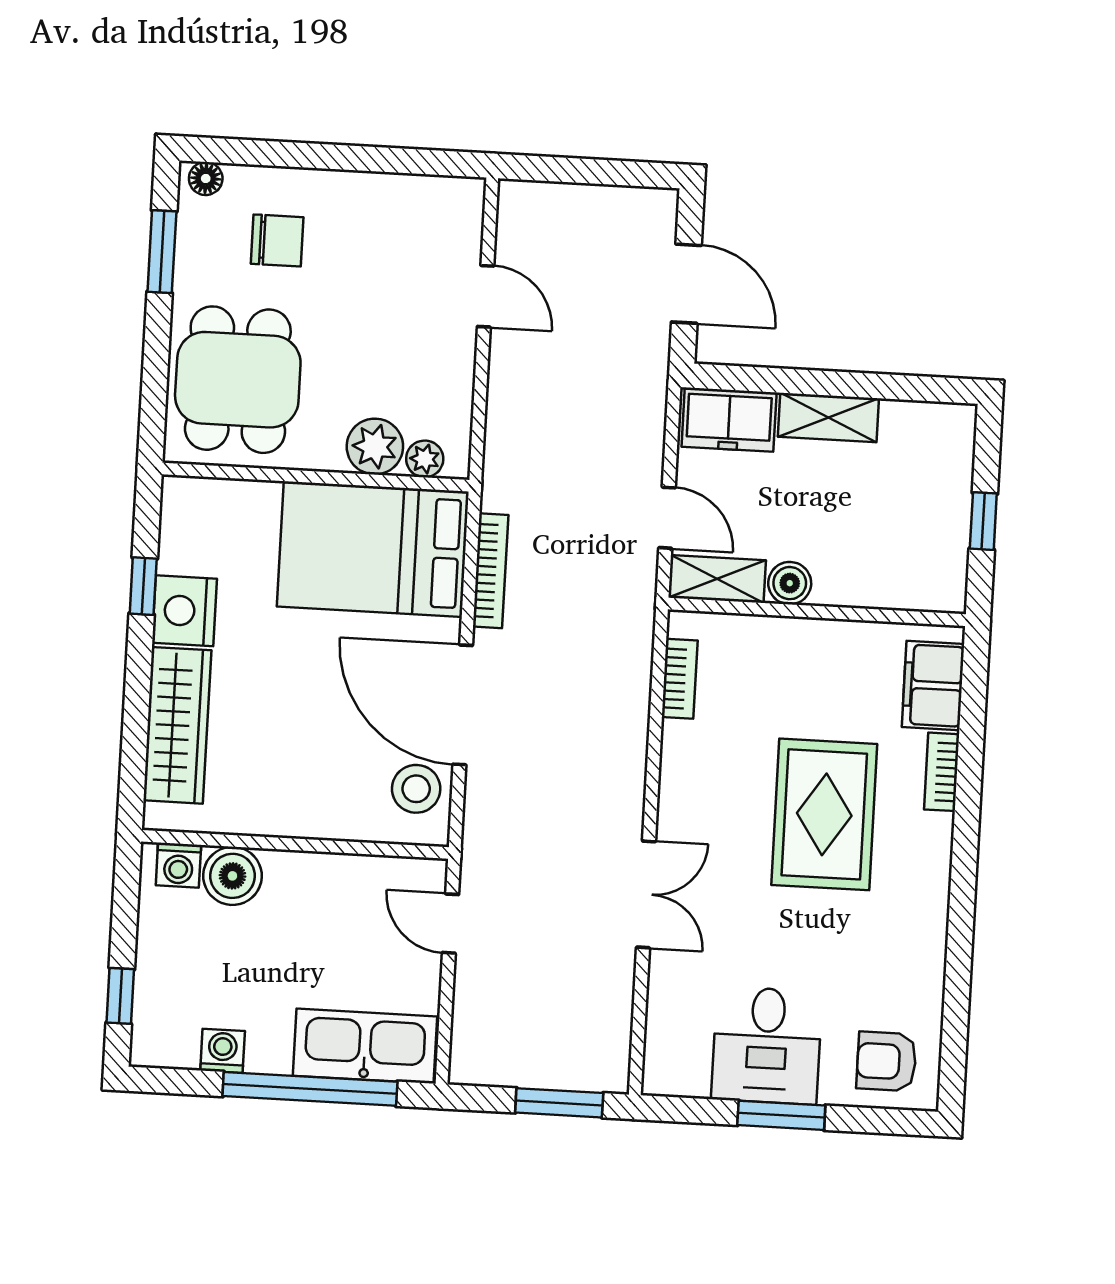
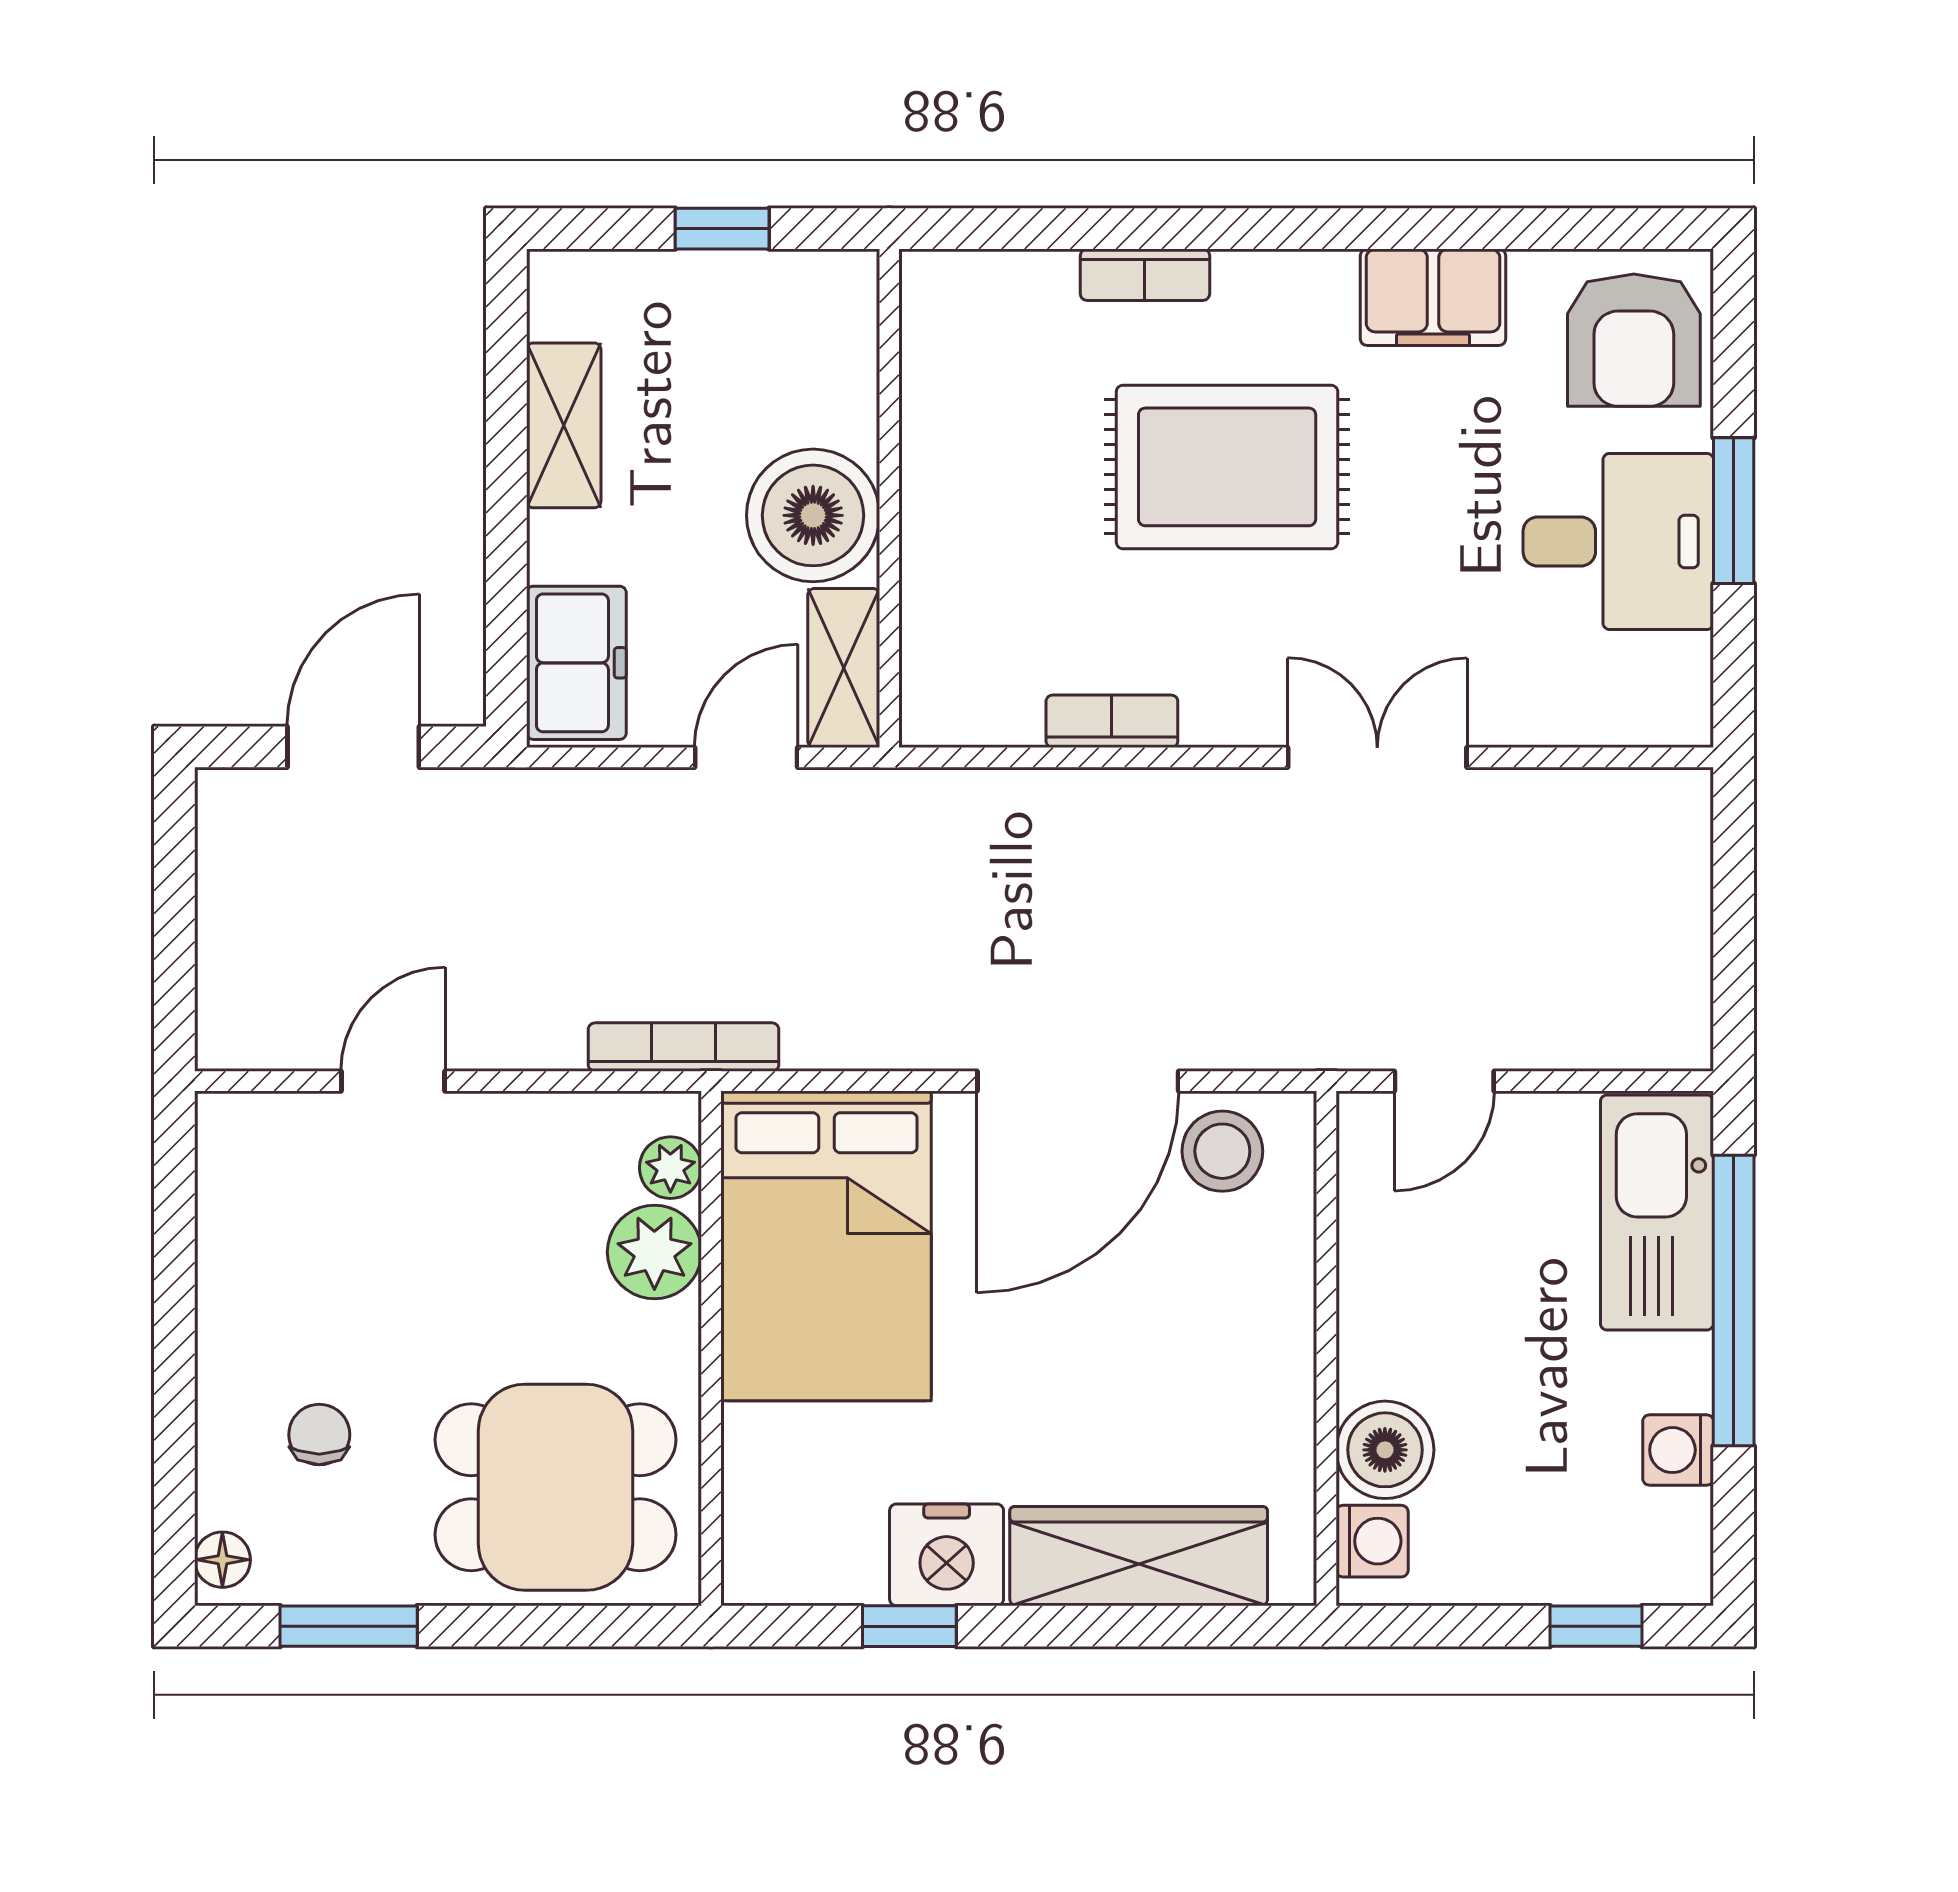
chair: (277, 240) -> (319, 1435), width x0.73, depth x0.73
shelving: (828, 418) -> (564, 425), moved
bookcase: (491, 571) -> (683, 1047), moved
boiler: (790, 583) -> (813, 515), width x1.86, depth x1.86
bookcase: (680, 679) -> (1112, 721), moved
filing cabinet: (933, 685) -> (1433, 297), moved
armchair: (886, 1061) -> (1634, 340), width x1.38, depth x1.38
window: (559, 1103) -> (1734, 883), removed

